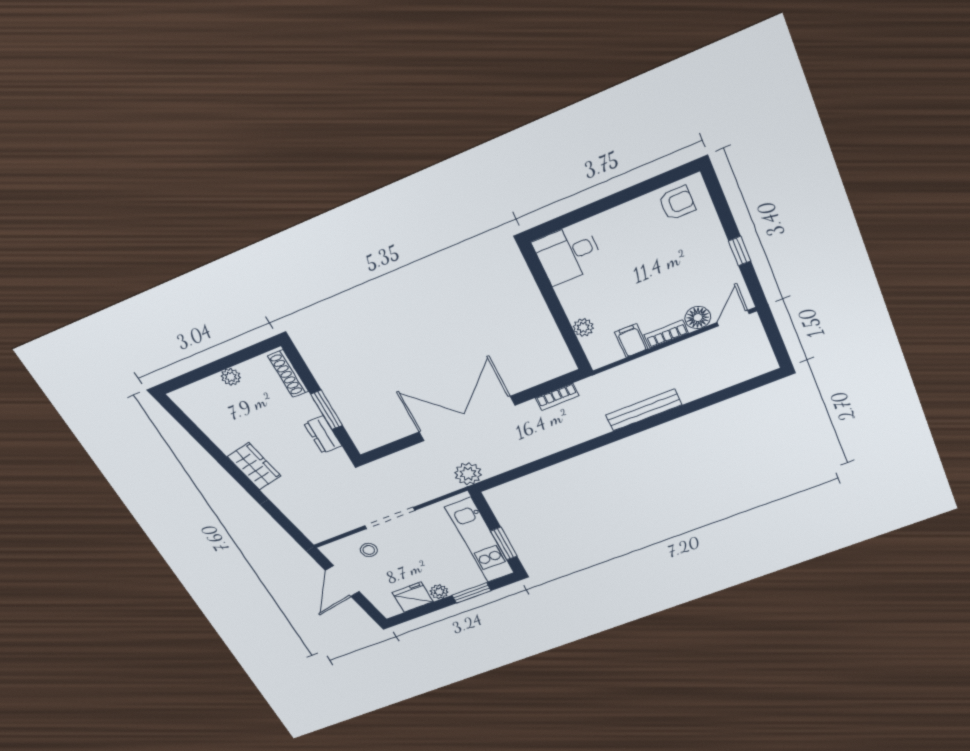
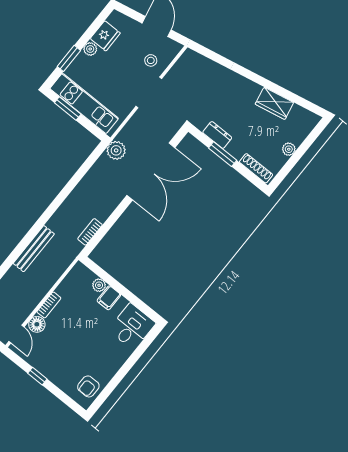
filing cabinet: (631, 341) -> (109, 298), moved, turned 90
double door: (467, 419) -> (151, 171), moved
wardrobe: (254, 466) -> (274, 103), moved

